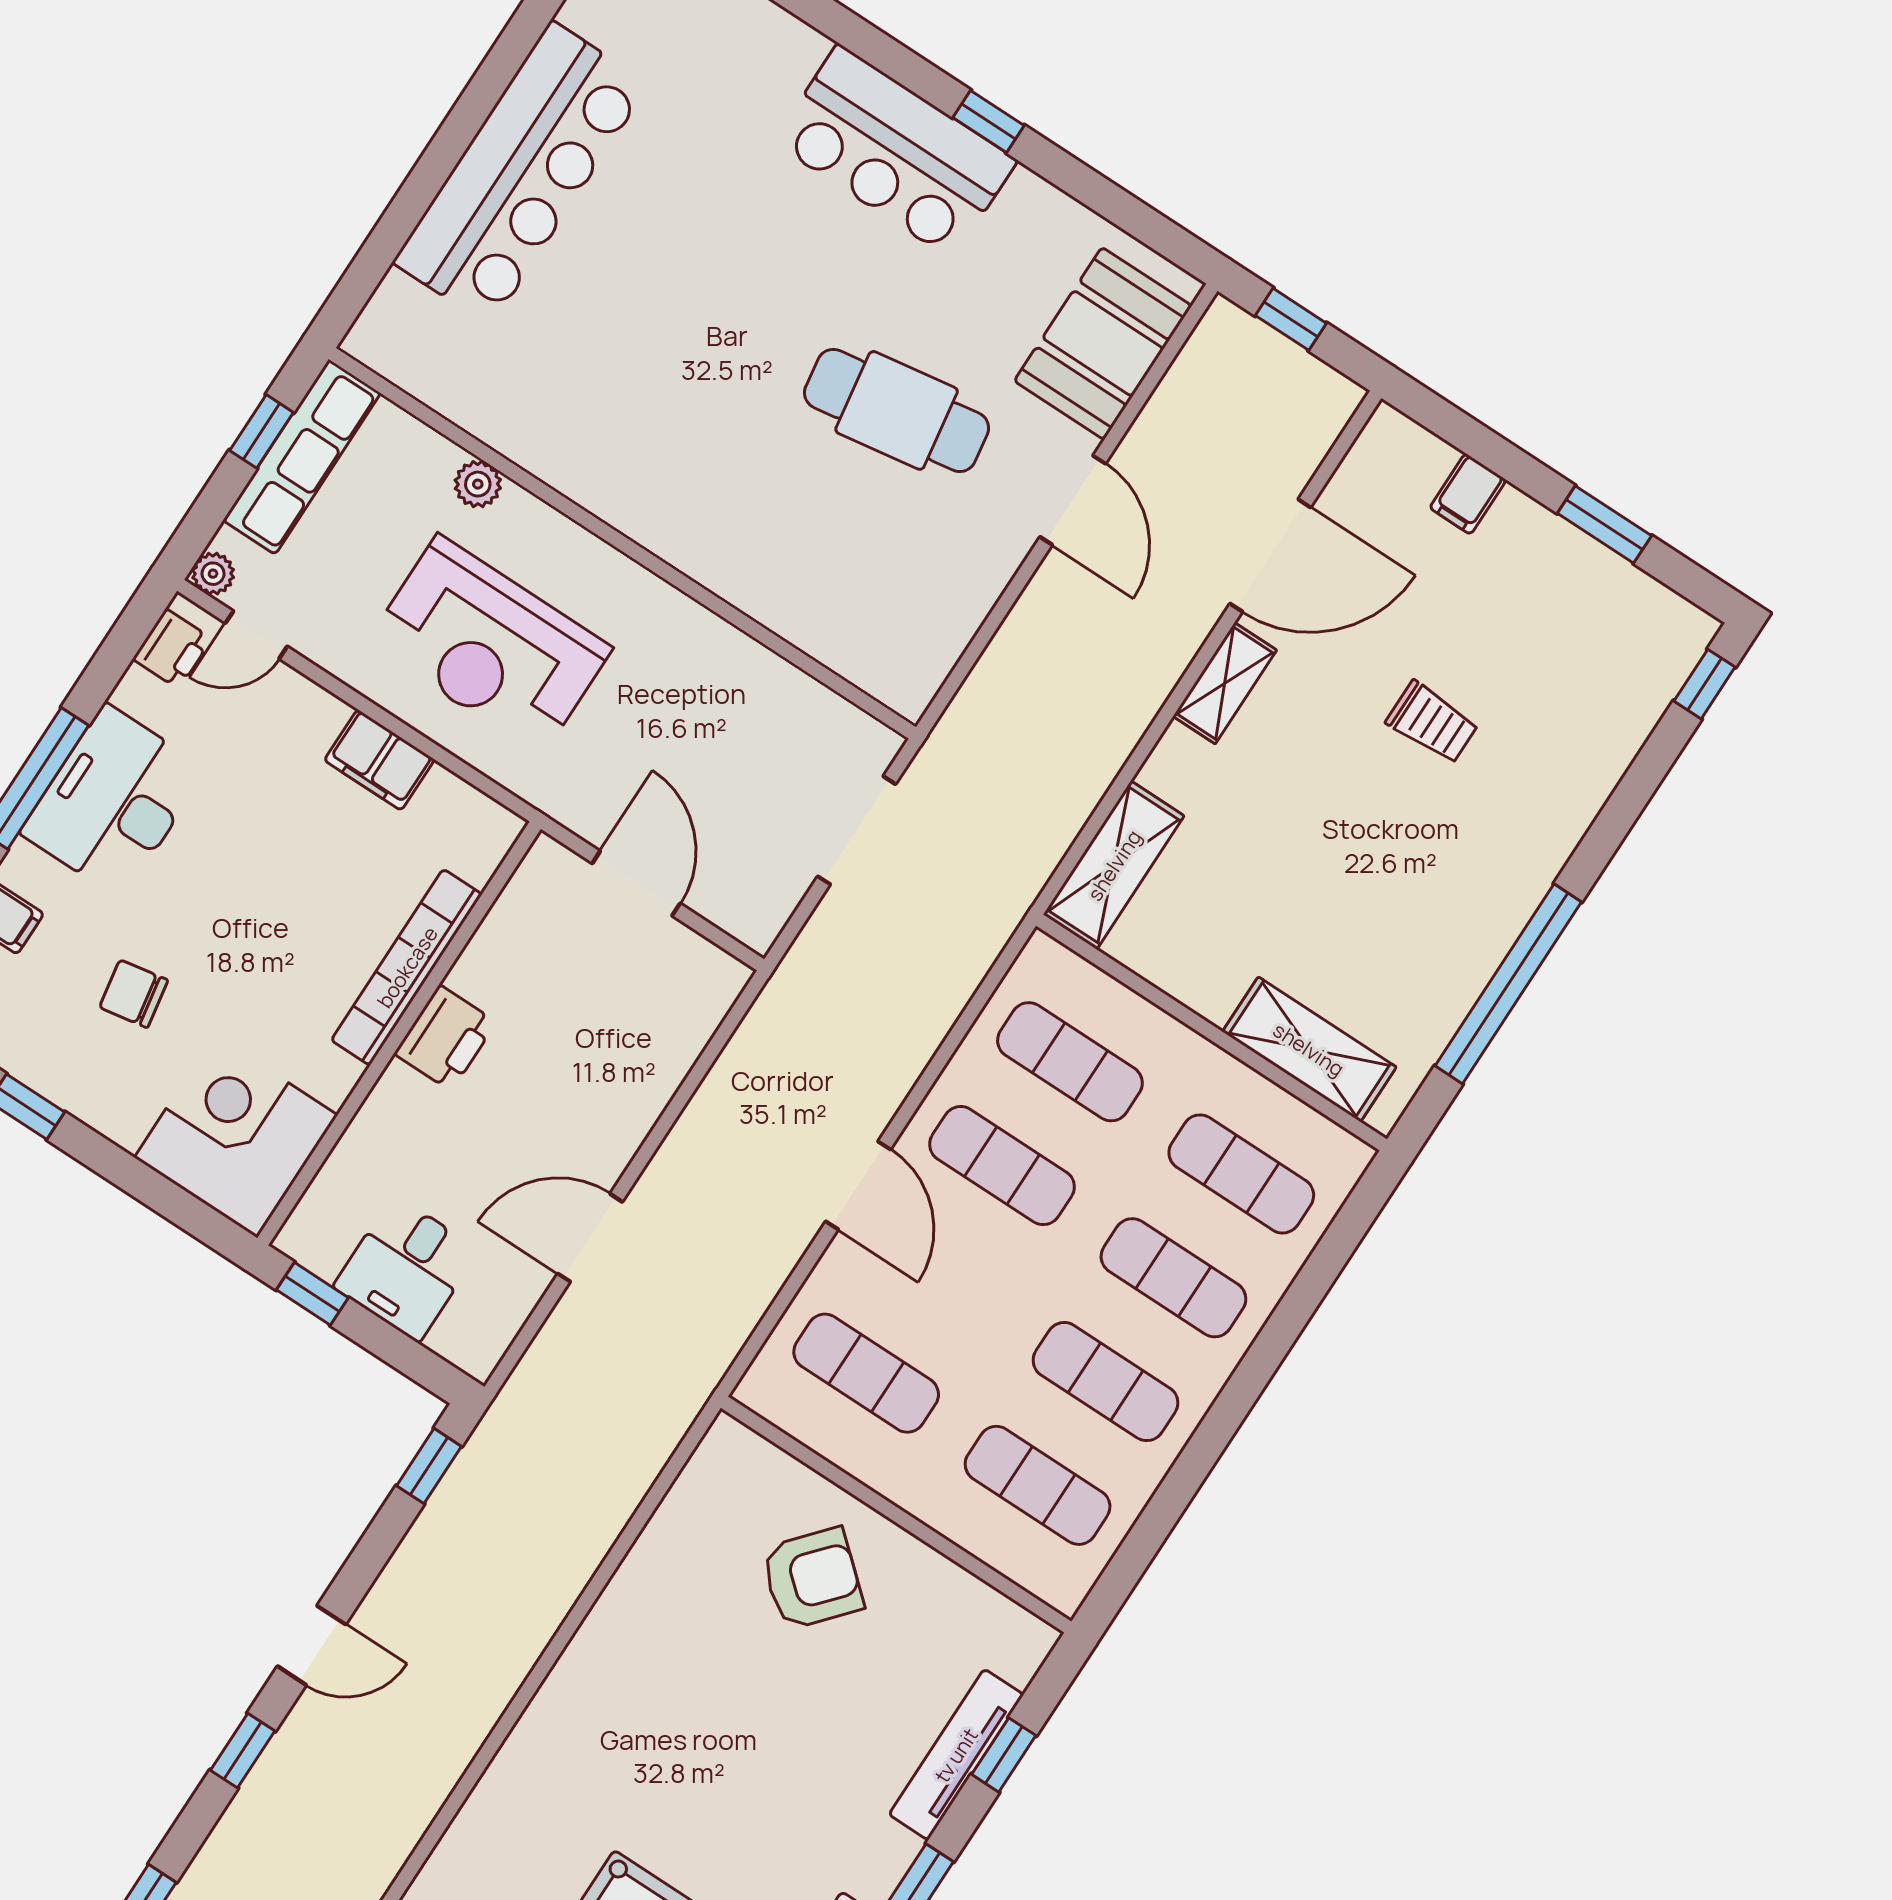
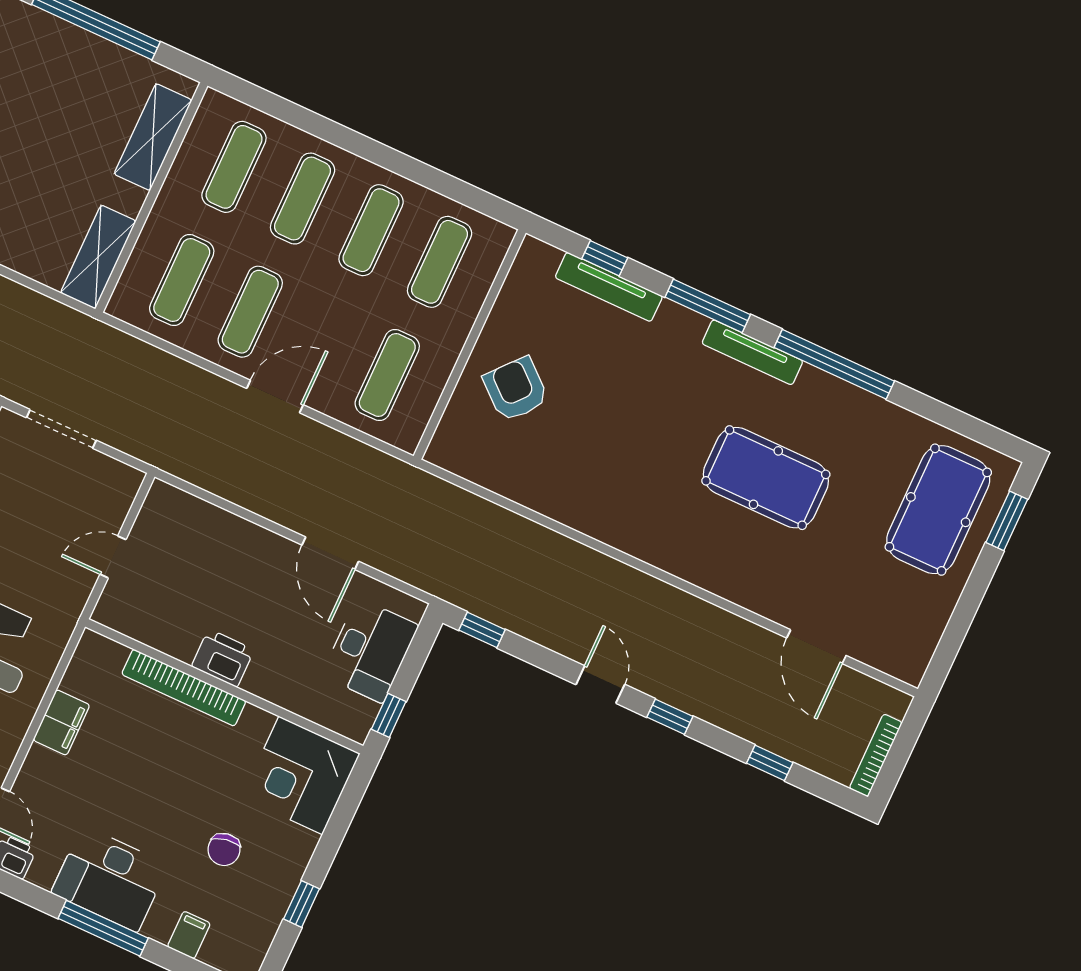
shelving: (1114, 865) -> (98, 257), moved, turned 90
door: (636, 883) -> (113, 557), width x0.73
desk: (406, 1268) -> (370, 650), width x1.37

